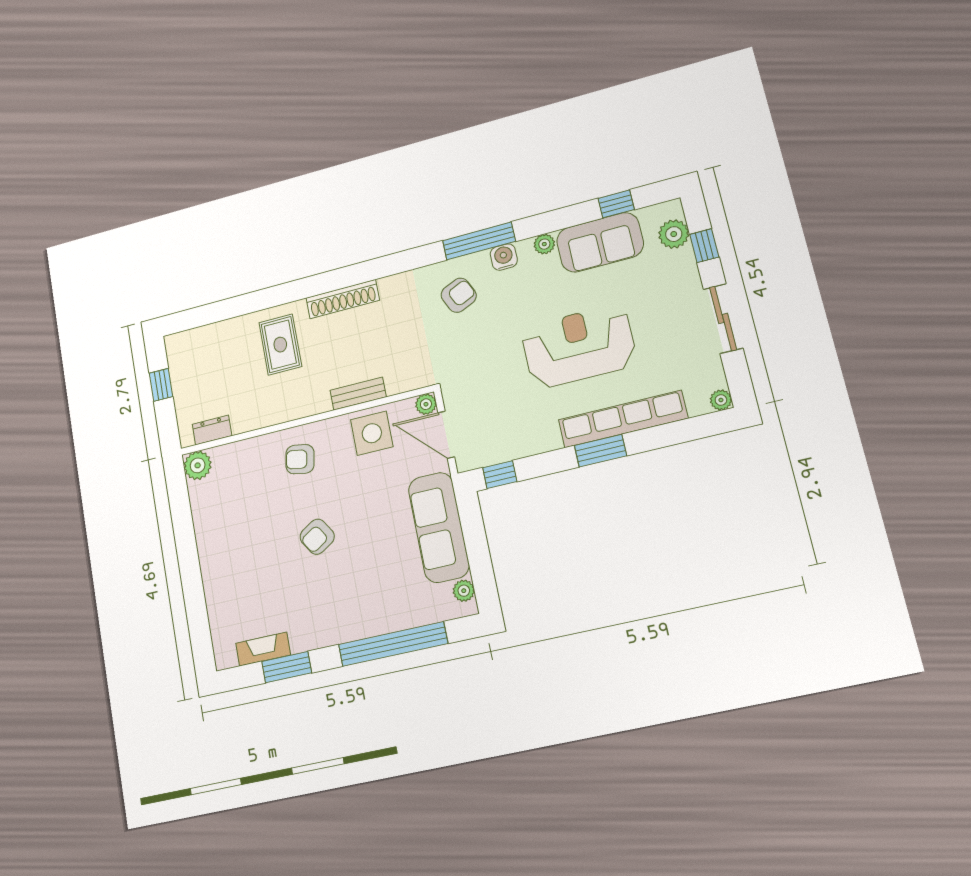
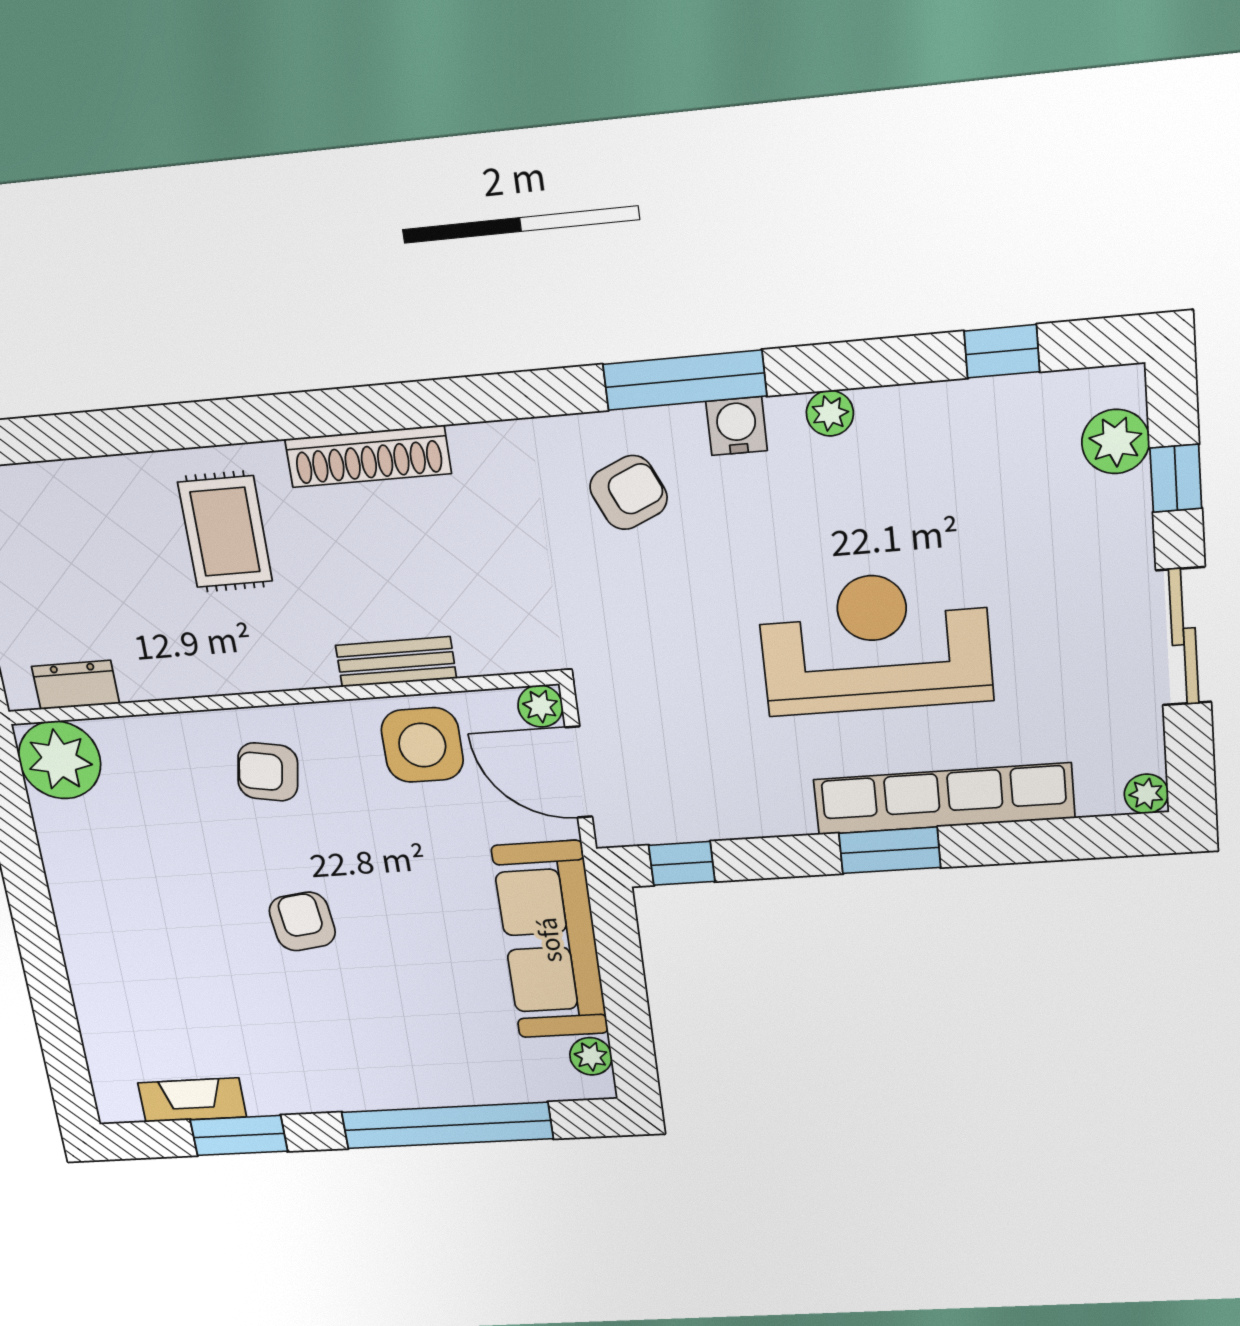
sofa: (600, 242) -> (953, 431), removed
plant: (198, 465) -> (60, 760), width x1.36, depth x1.36
armchair: (317, 537) -> (302, 921), turned 115

